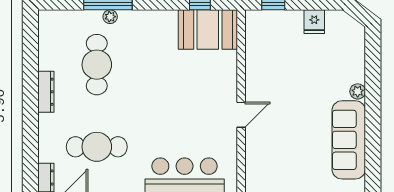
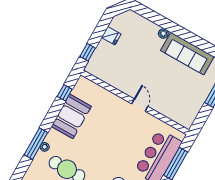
booth: (208, 30) -> (71, 116), moved

